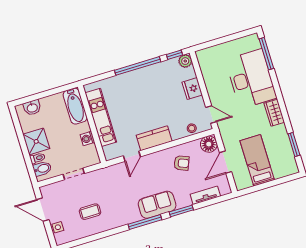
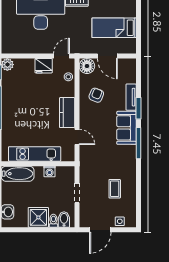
fridge: (192, 89) -> (44, 66), moved
tv unit: (205, 195) -> (131, 97), moved

